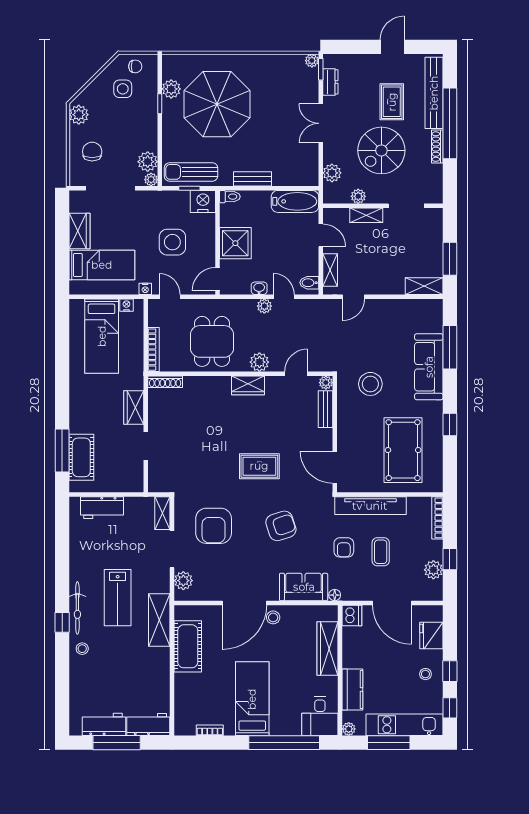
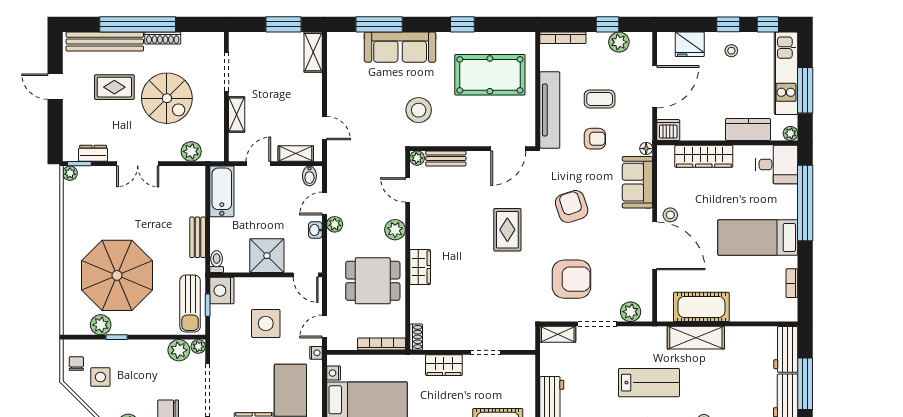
plant: (358, 196) -> (216, 123), removed
shoe rack: (165, 382) -> (416, 337), width x0.70
wardrobe: (248, 385) -> (420, 267), moved
shelving: (159, 620) -> (696, 338), moved

